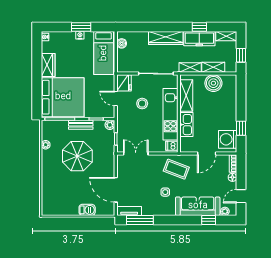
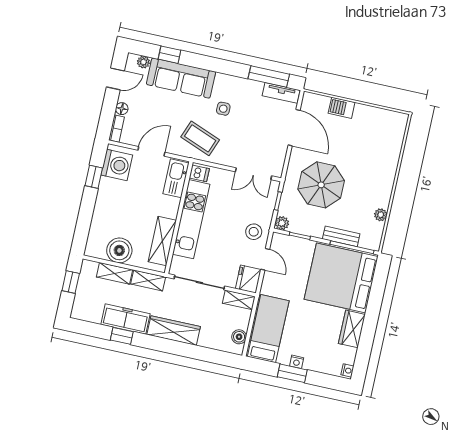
shelving: (226, 36) -> (239, 300), moved
stool: (142, 104) -> (254, 232), moved
bench: (81, 125) -> (341, 236), moved
kitchen sink: (186, 125) -> (176, 178), moved
parasol: (77, 156) -> (321, 185), moved

